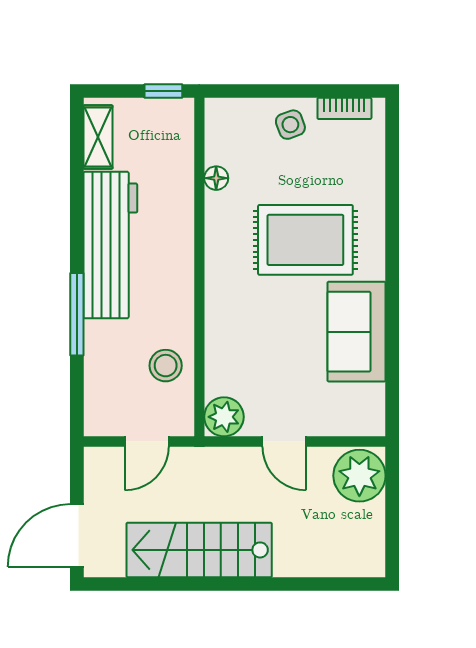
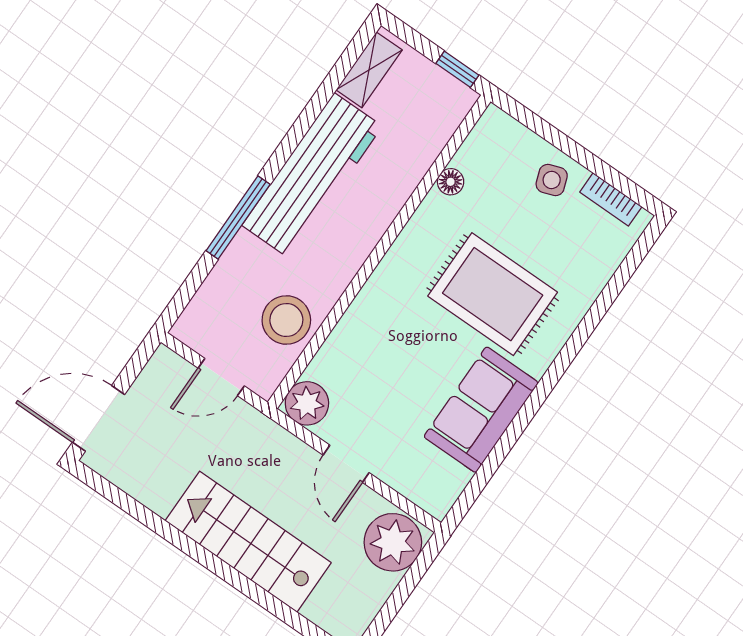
stool: (166, 366) -> (286, 320), width x1.38, depth x1.38
stairs: (199, 550) -> (248, 542), moved

